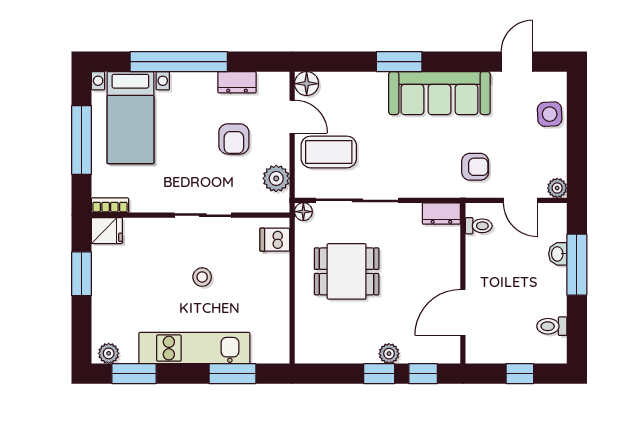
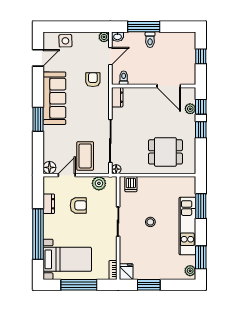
door: (517, 62) -> (38, 58), swing flipped
washbasin: (558, 254) -> (118, 37), moved
dining table: (347, 271) -> (165, 152), moved, turned 90
toilet: (552, 326) -> (150, 40), moved
plant: (389, 354) -> (190, 109), moved

